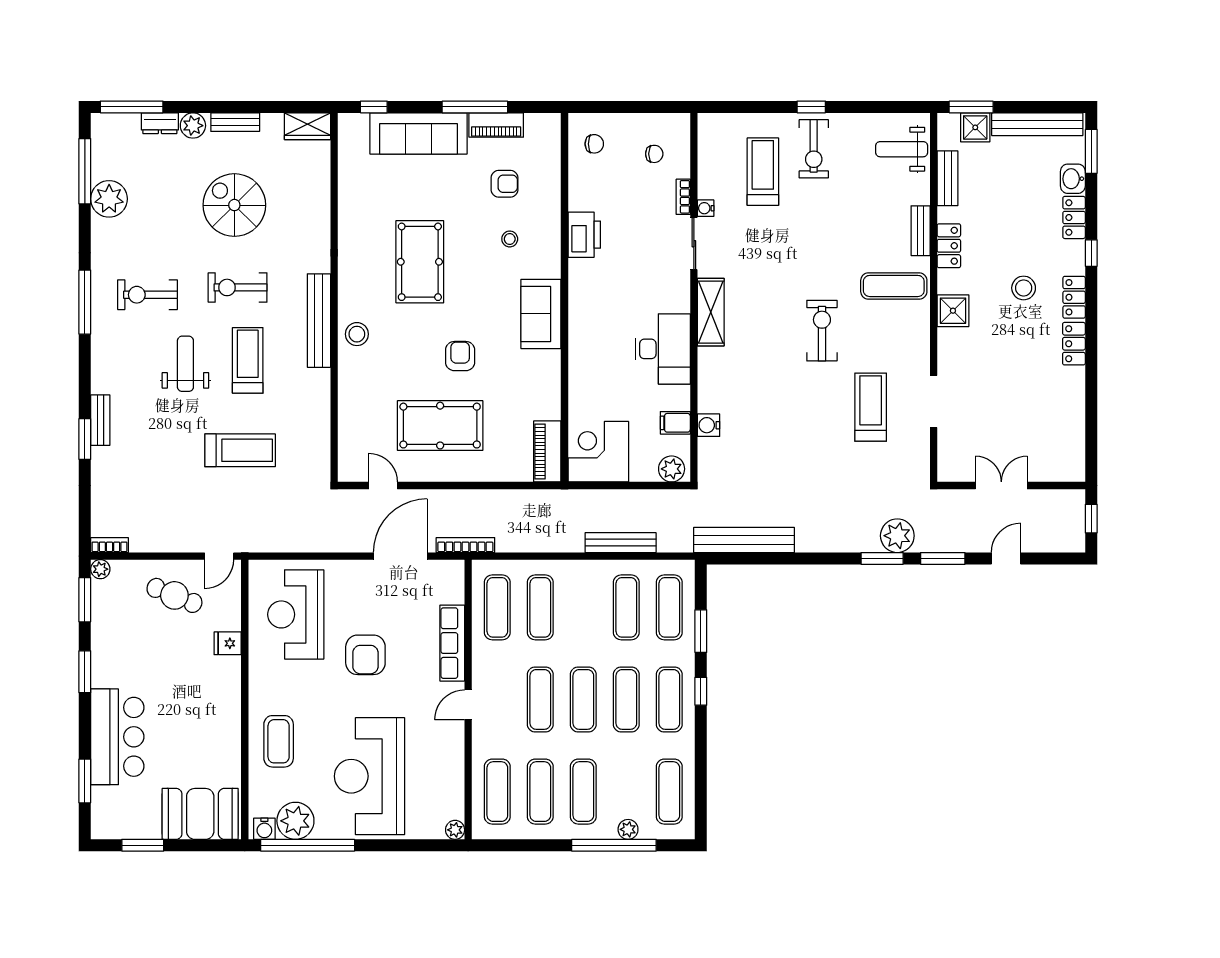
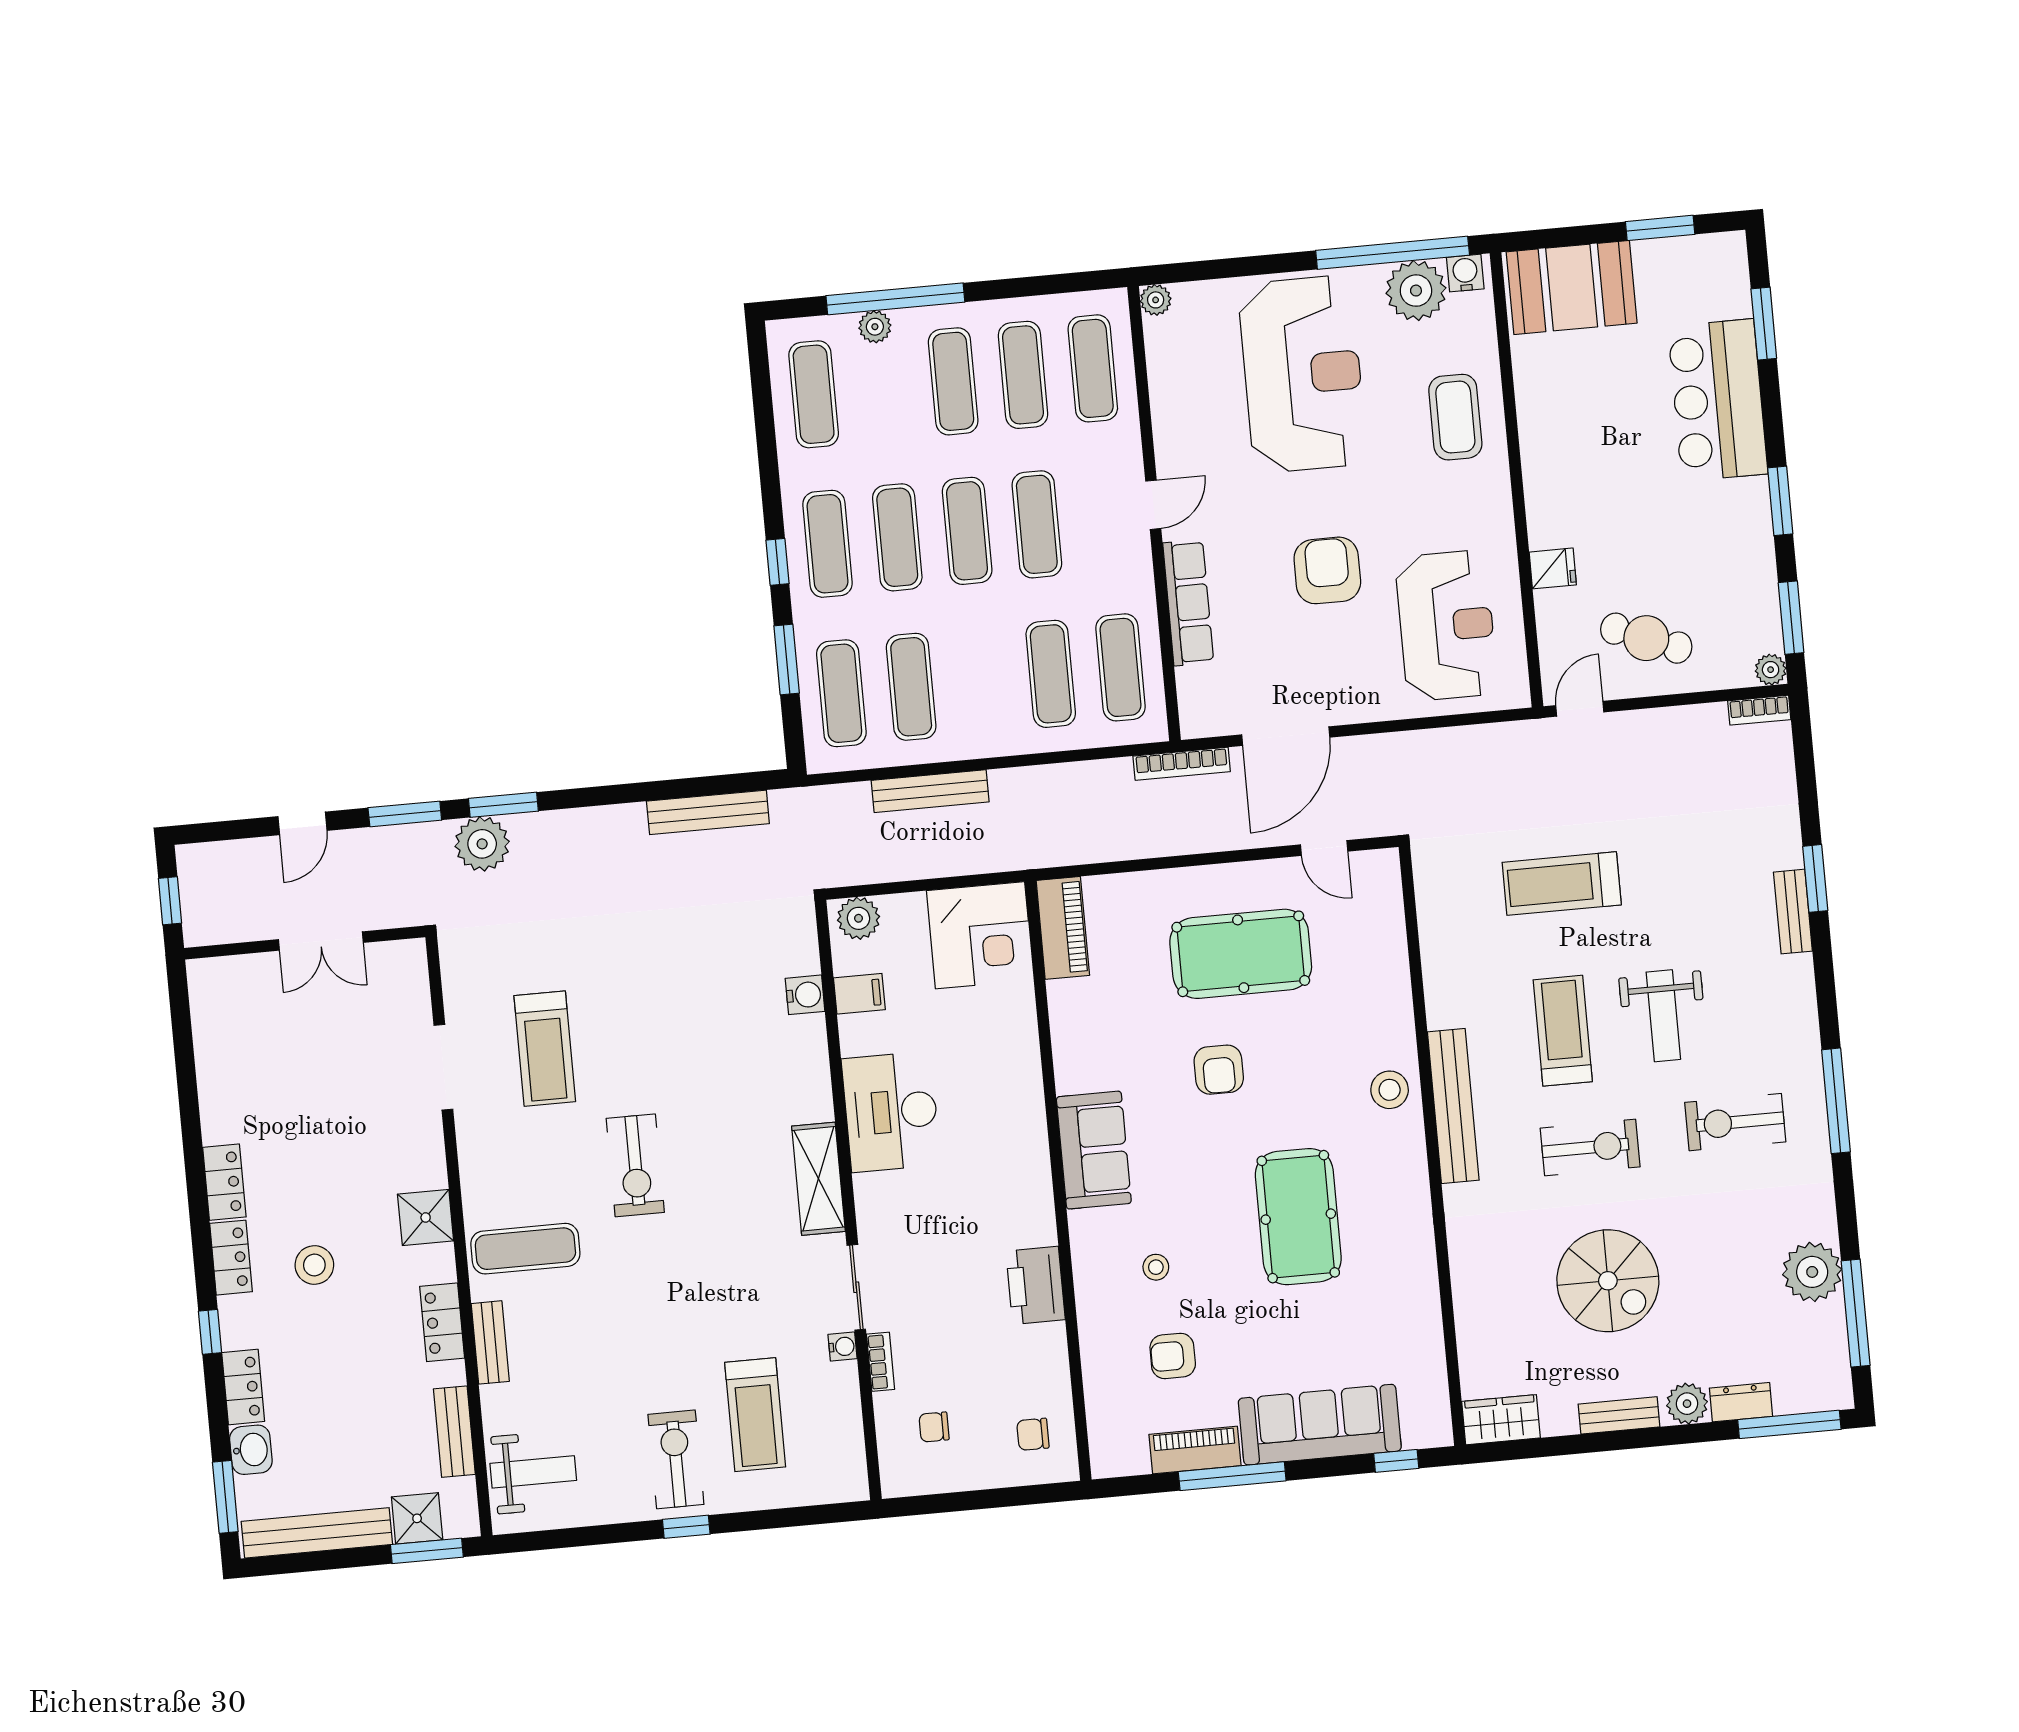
exercise bike: (147, 295) -> (1735, 1122), turned 180
treadmill: (248, 360) -> (1563, 1031), turned 180
bench: (744, 540) -> (708, 812), width x0.73, depth x0.82

